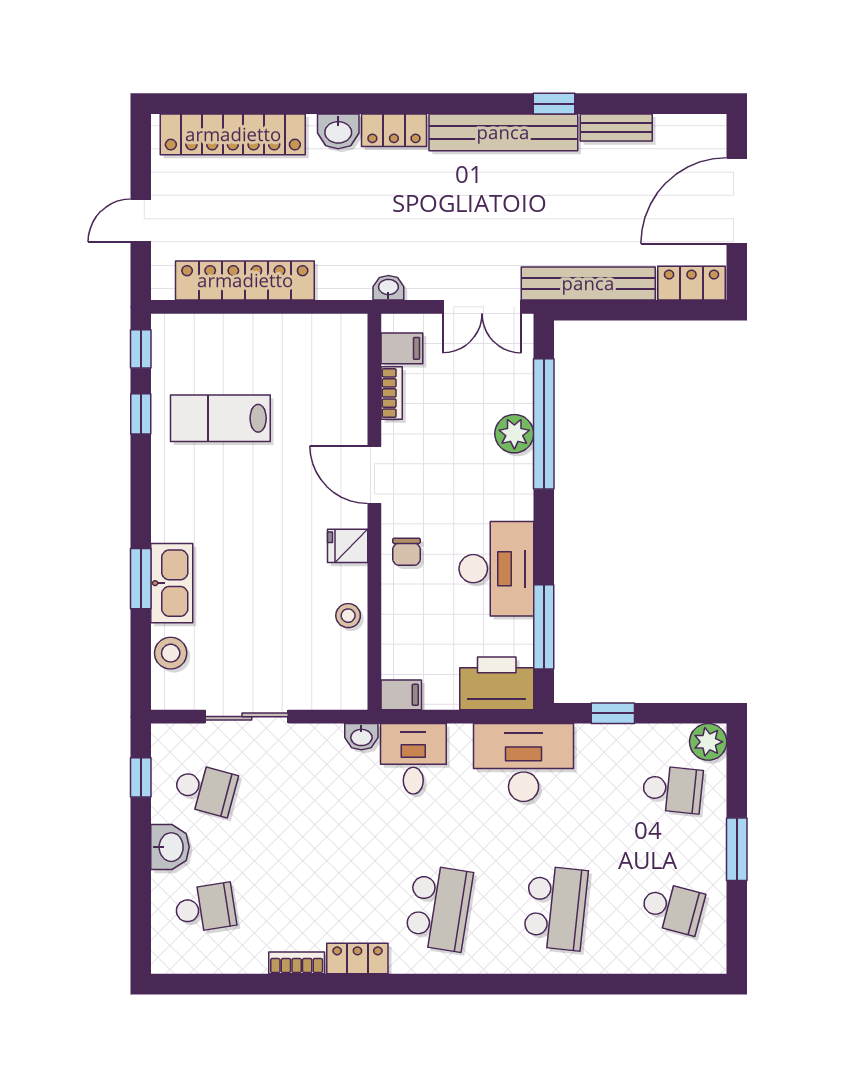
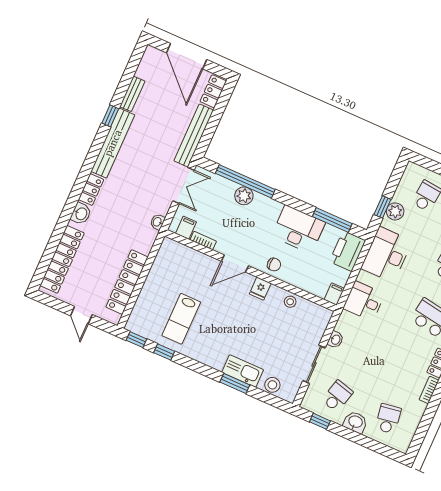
washbasin: (361, 737) -> (335, 340), moved
plant: (708, 742) -> (395, 211), moved

